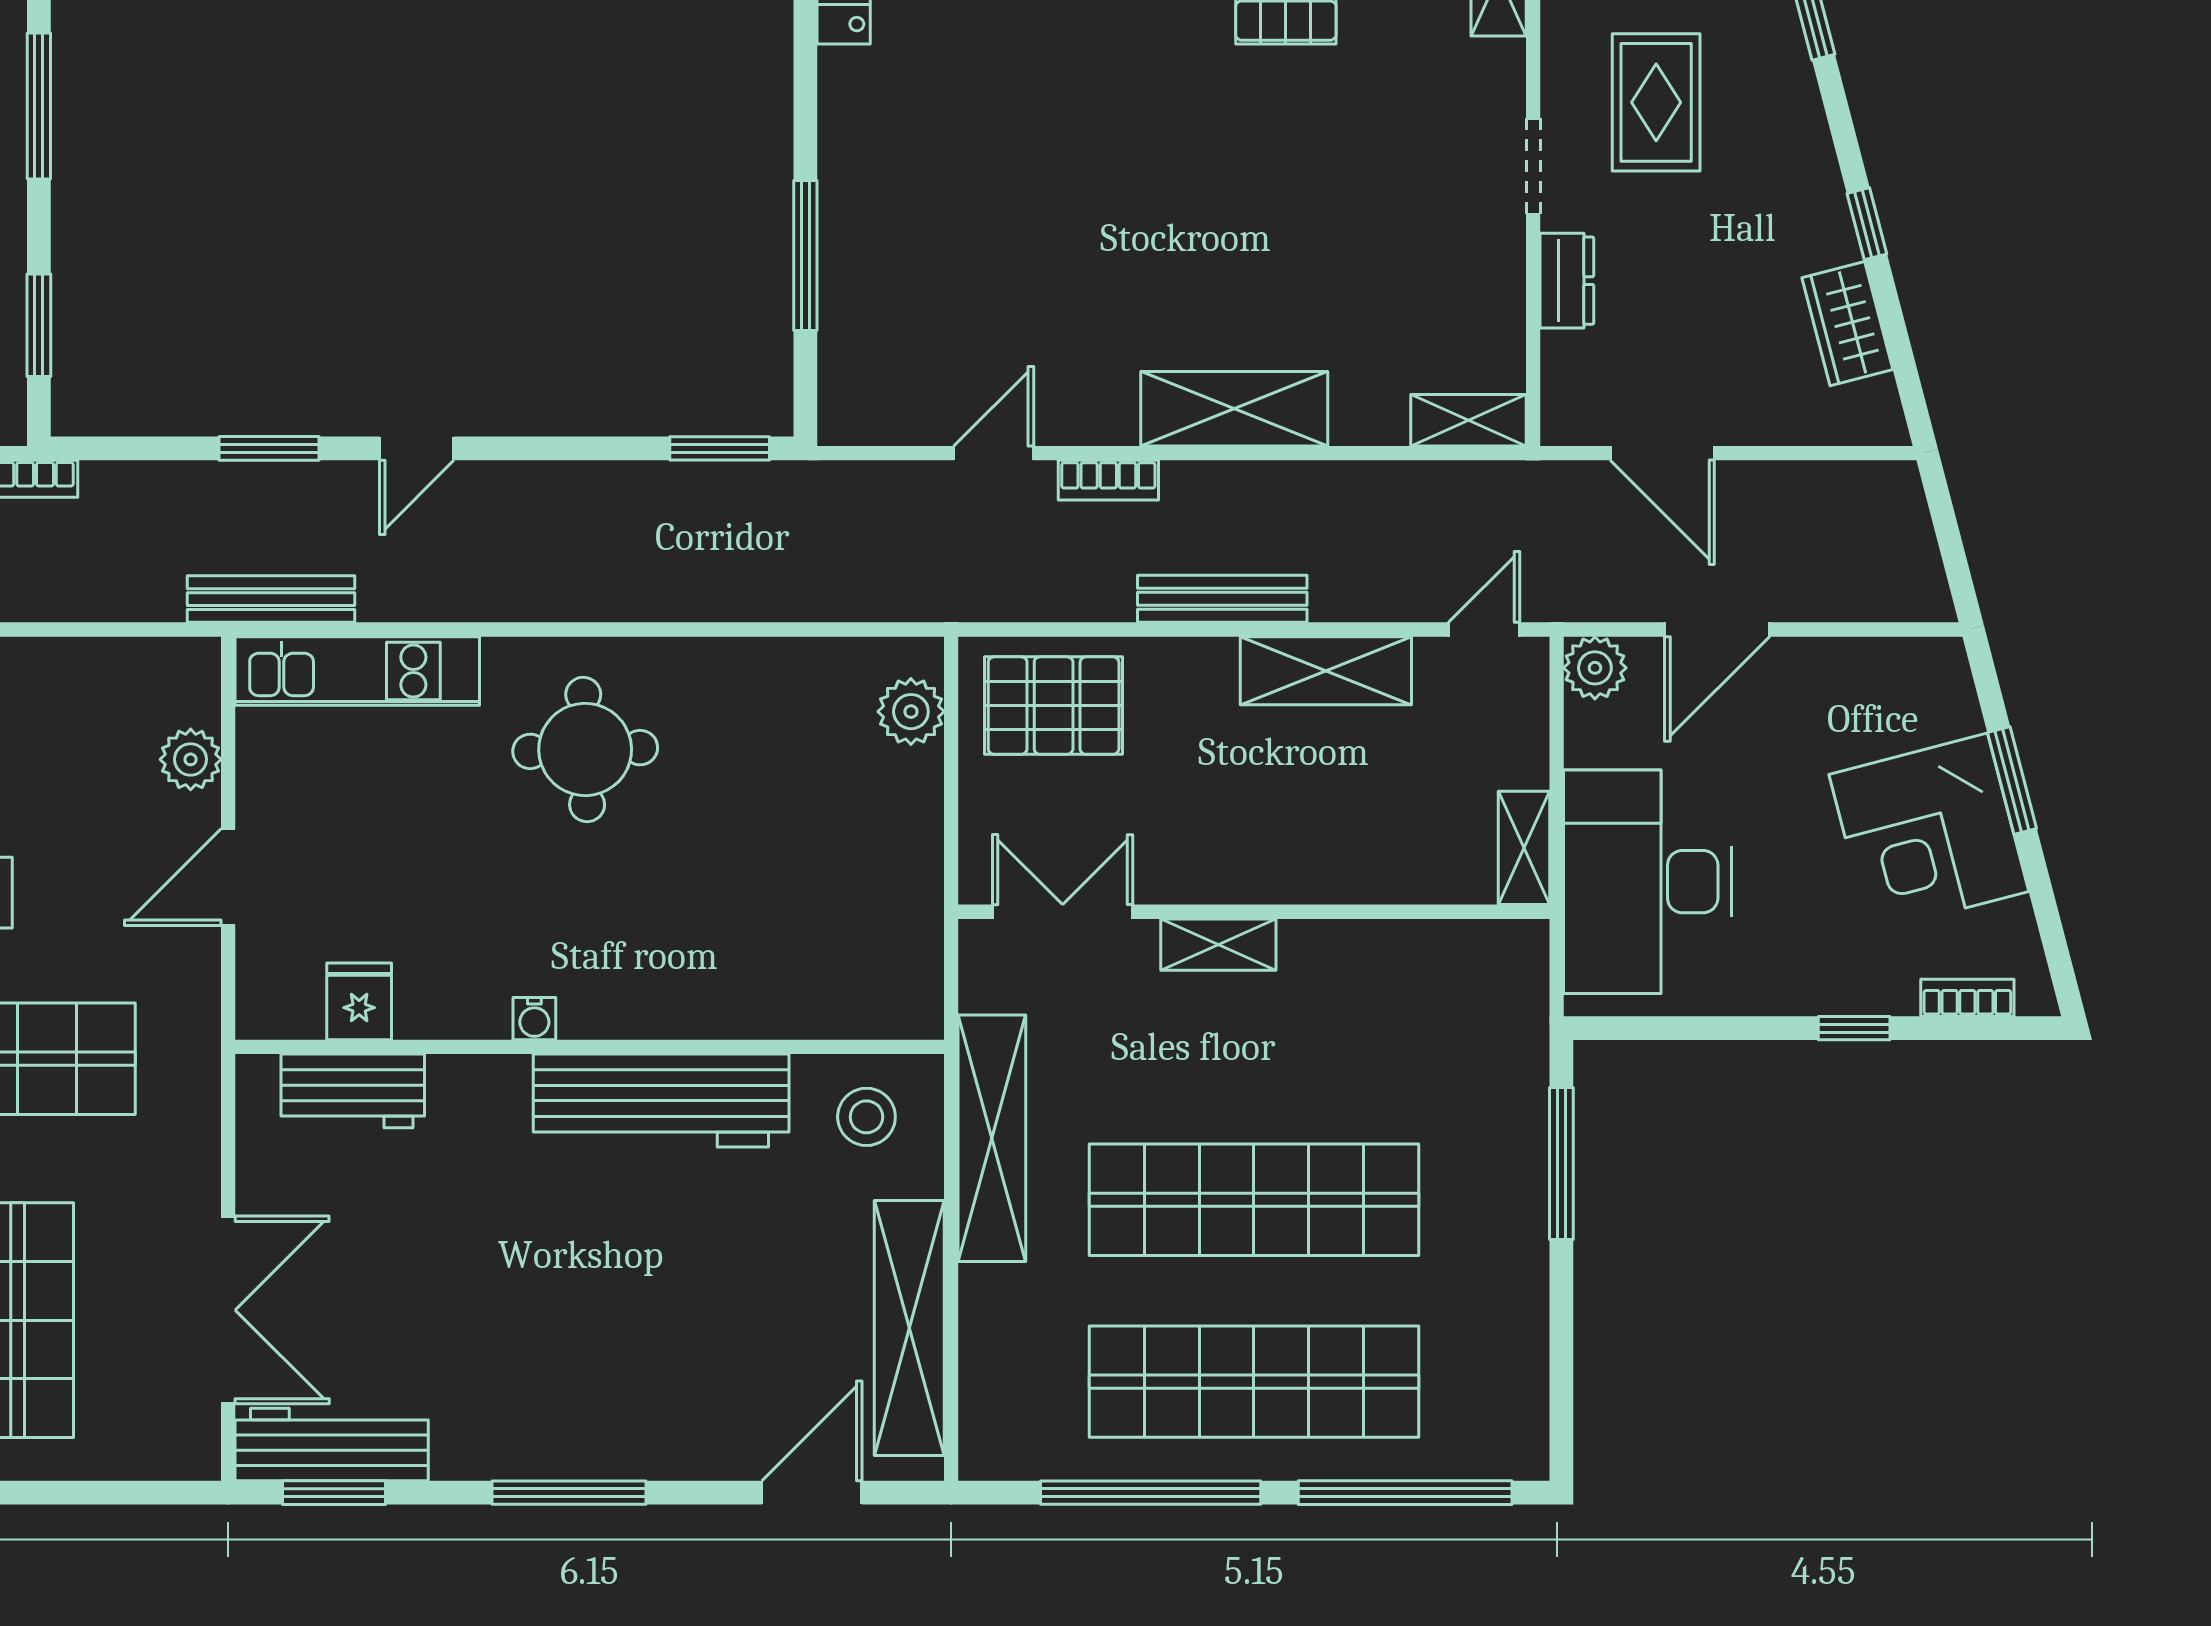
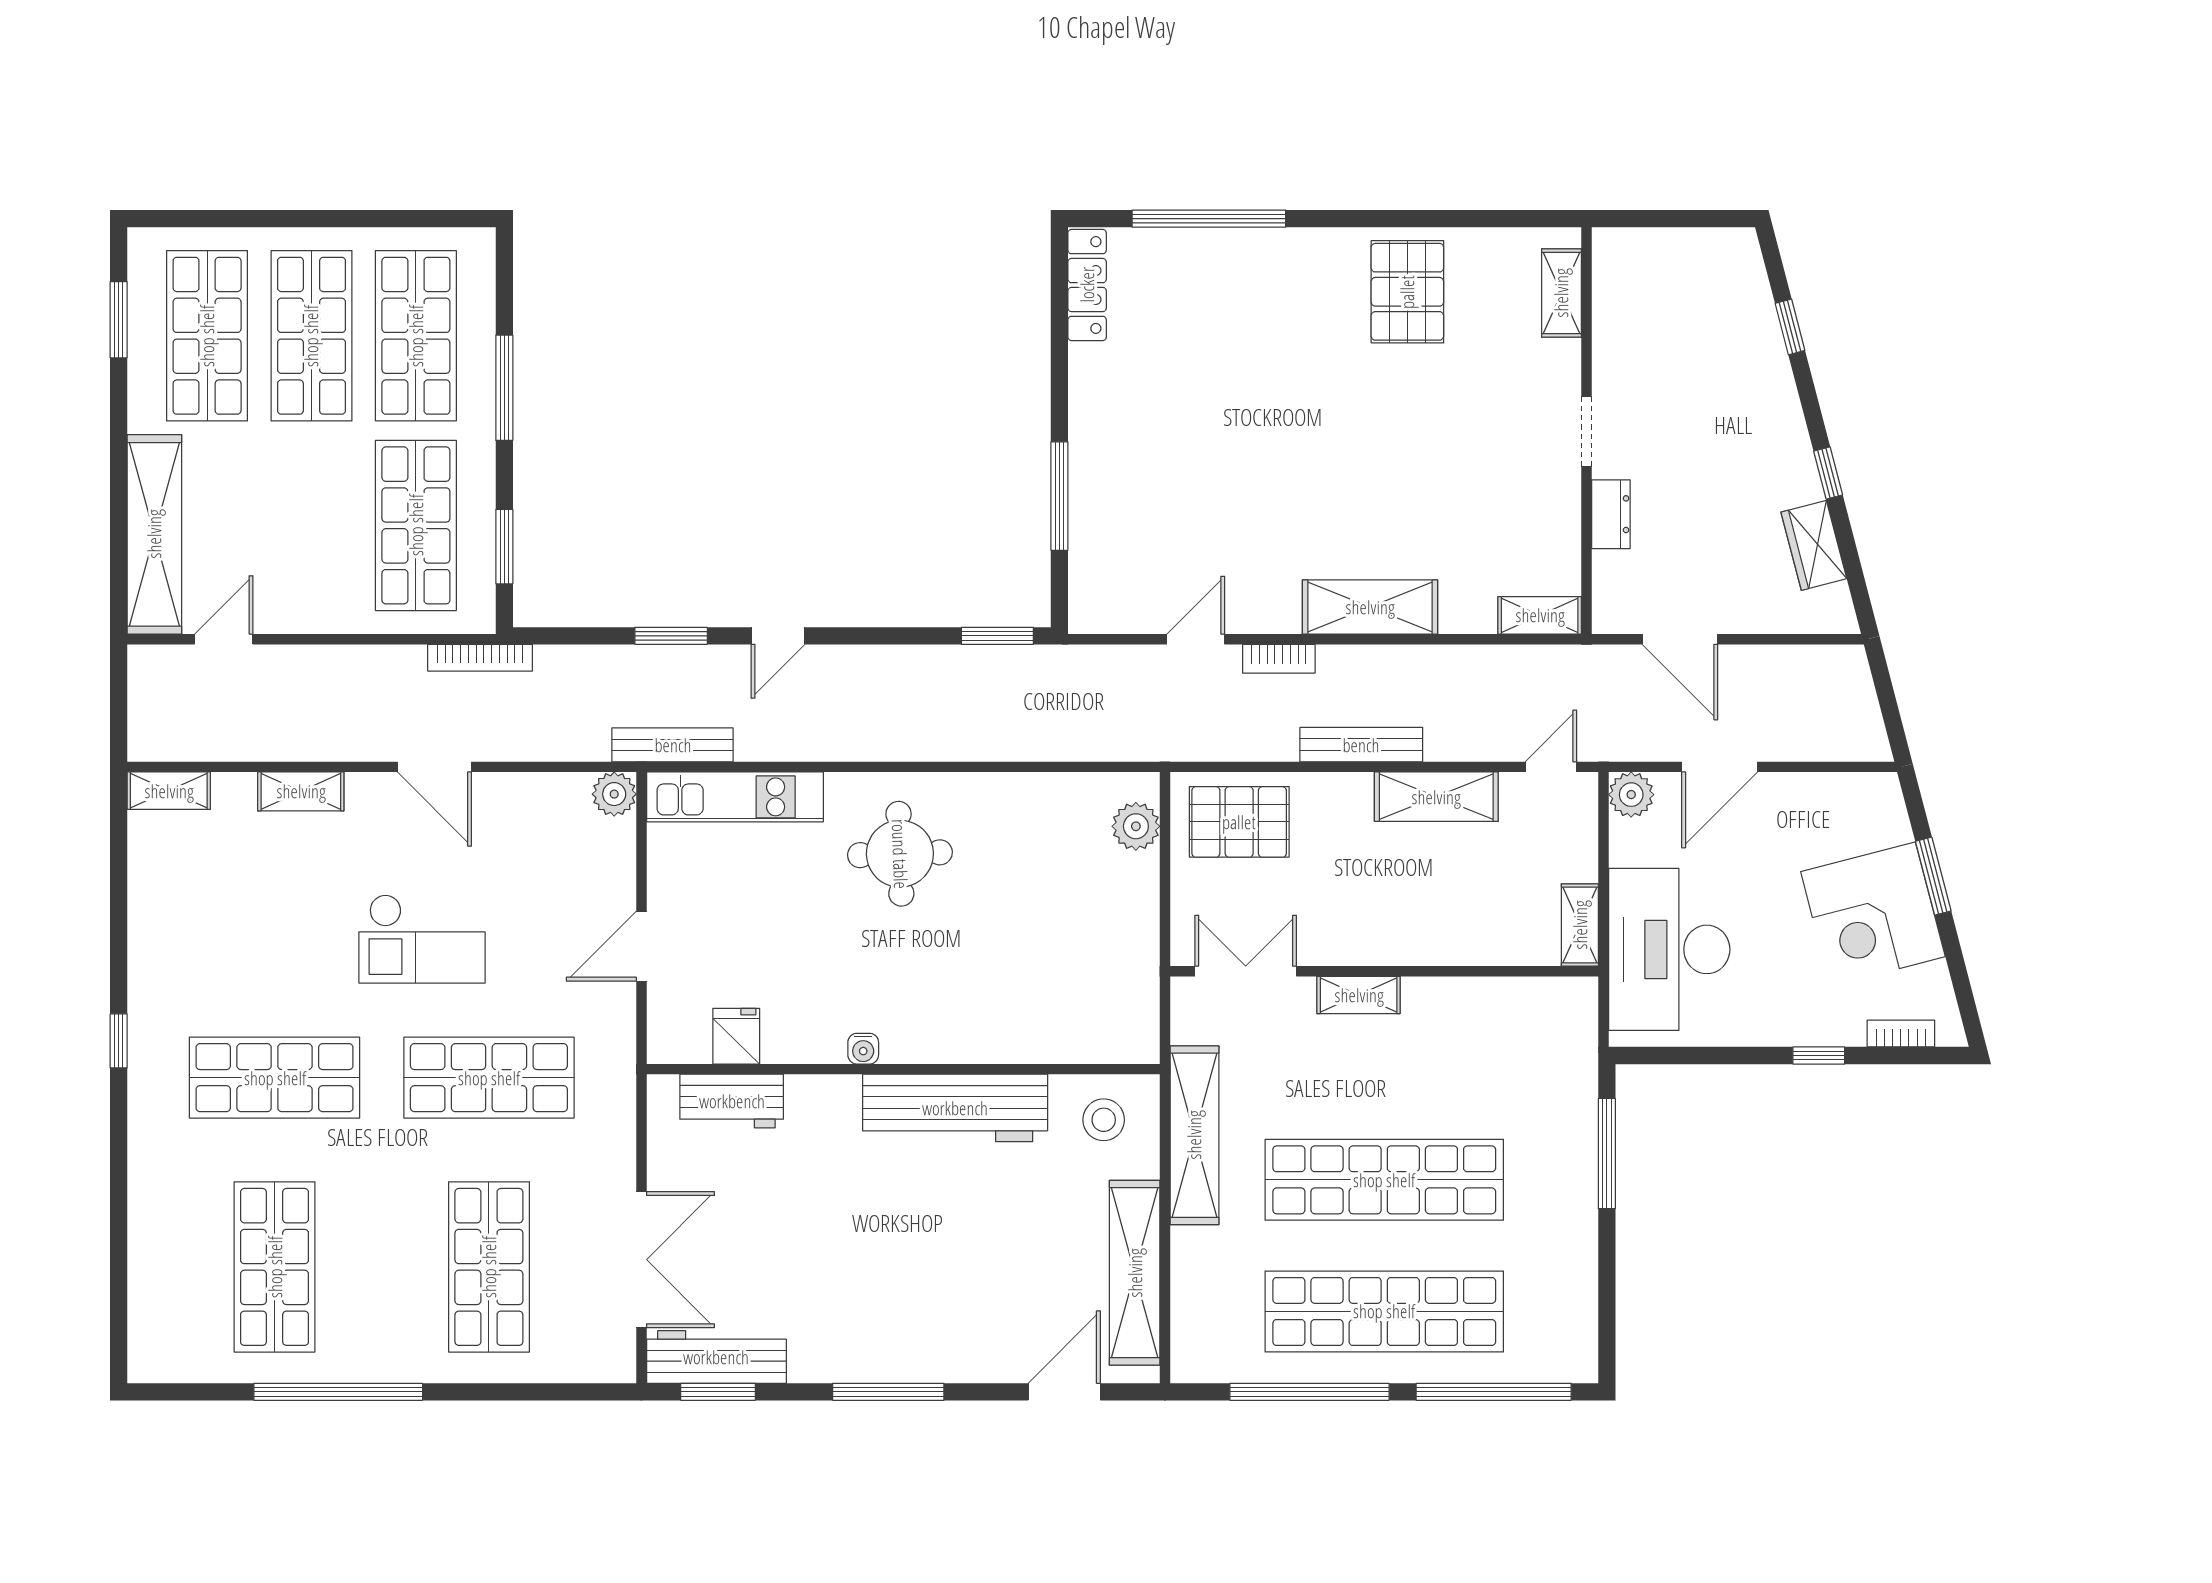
rug: (1656, 102) -> (1675, 385), removed
plant: (191, 759) -> (614, 794), moved

